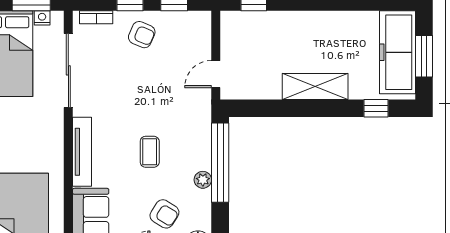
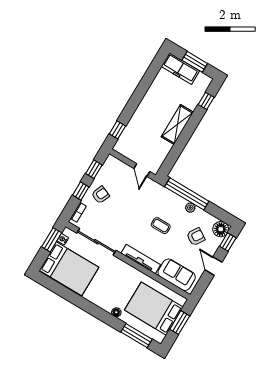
freezer: (397, 52) -> (180, 69), width x0.73, depth x0.79

